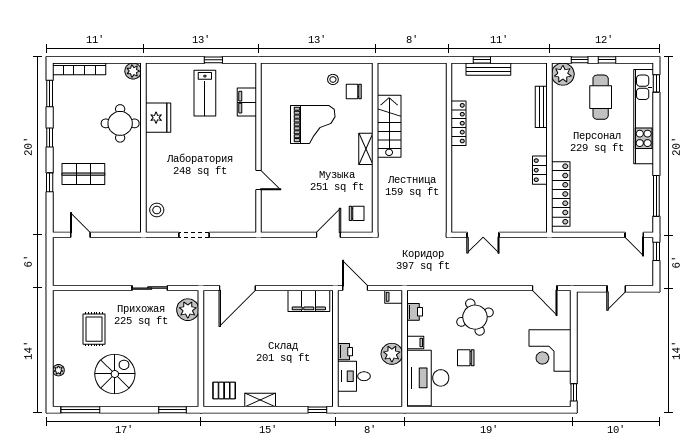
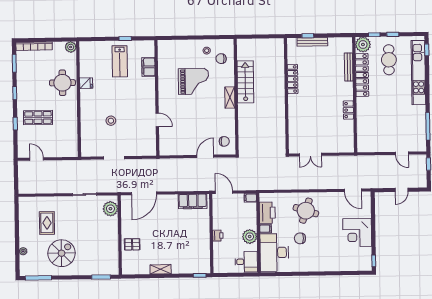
fridge: (158, 118) -> (86, 83), width x0.53, depth x0.75
locker: (561, 194) -> (362, 75), moved
stool: (157, 210) -> (111, 121), moved
door: (634, 235) -> (402, 153), moved
printer: (415, 312) -> (267, 213), width x1.87, depth x1.48
round table: (475, 317) -> (306, 211), turned 37
desk: (354, 376) -> (246, 262), moved, turned 180
pallet: (224, 391) -> (132, 244), moved

